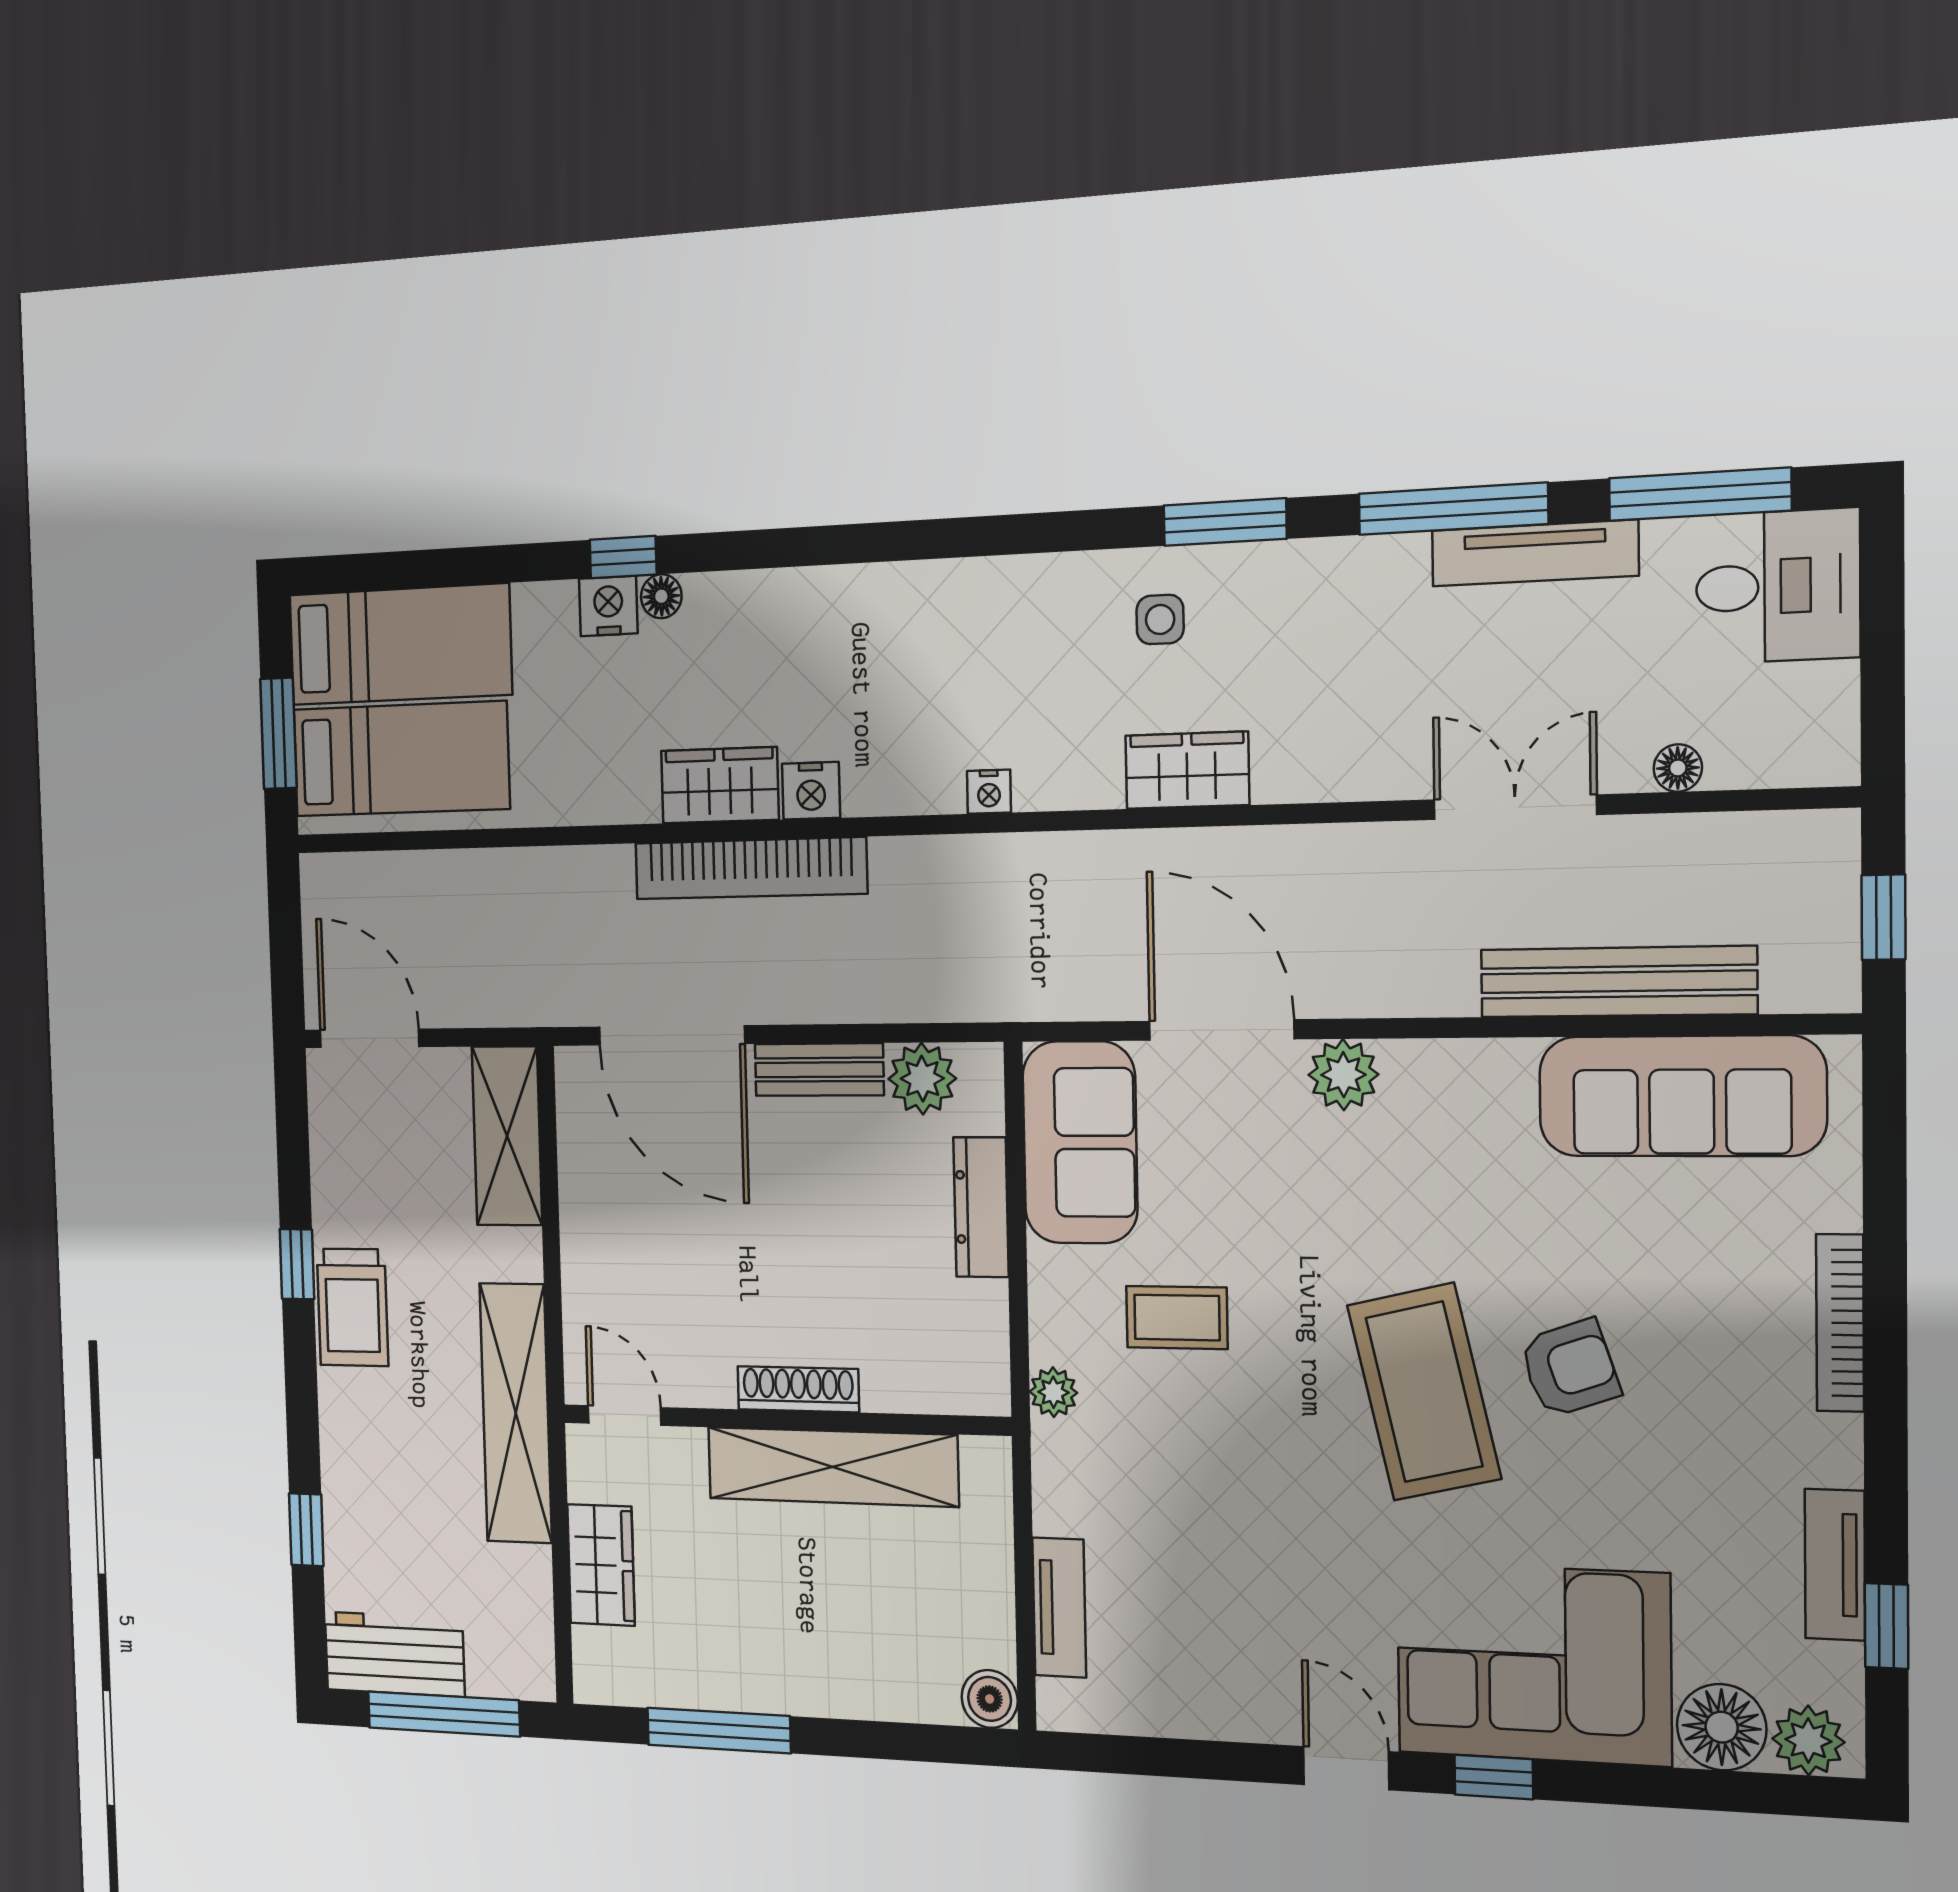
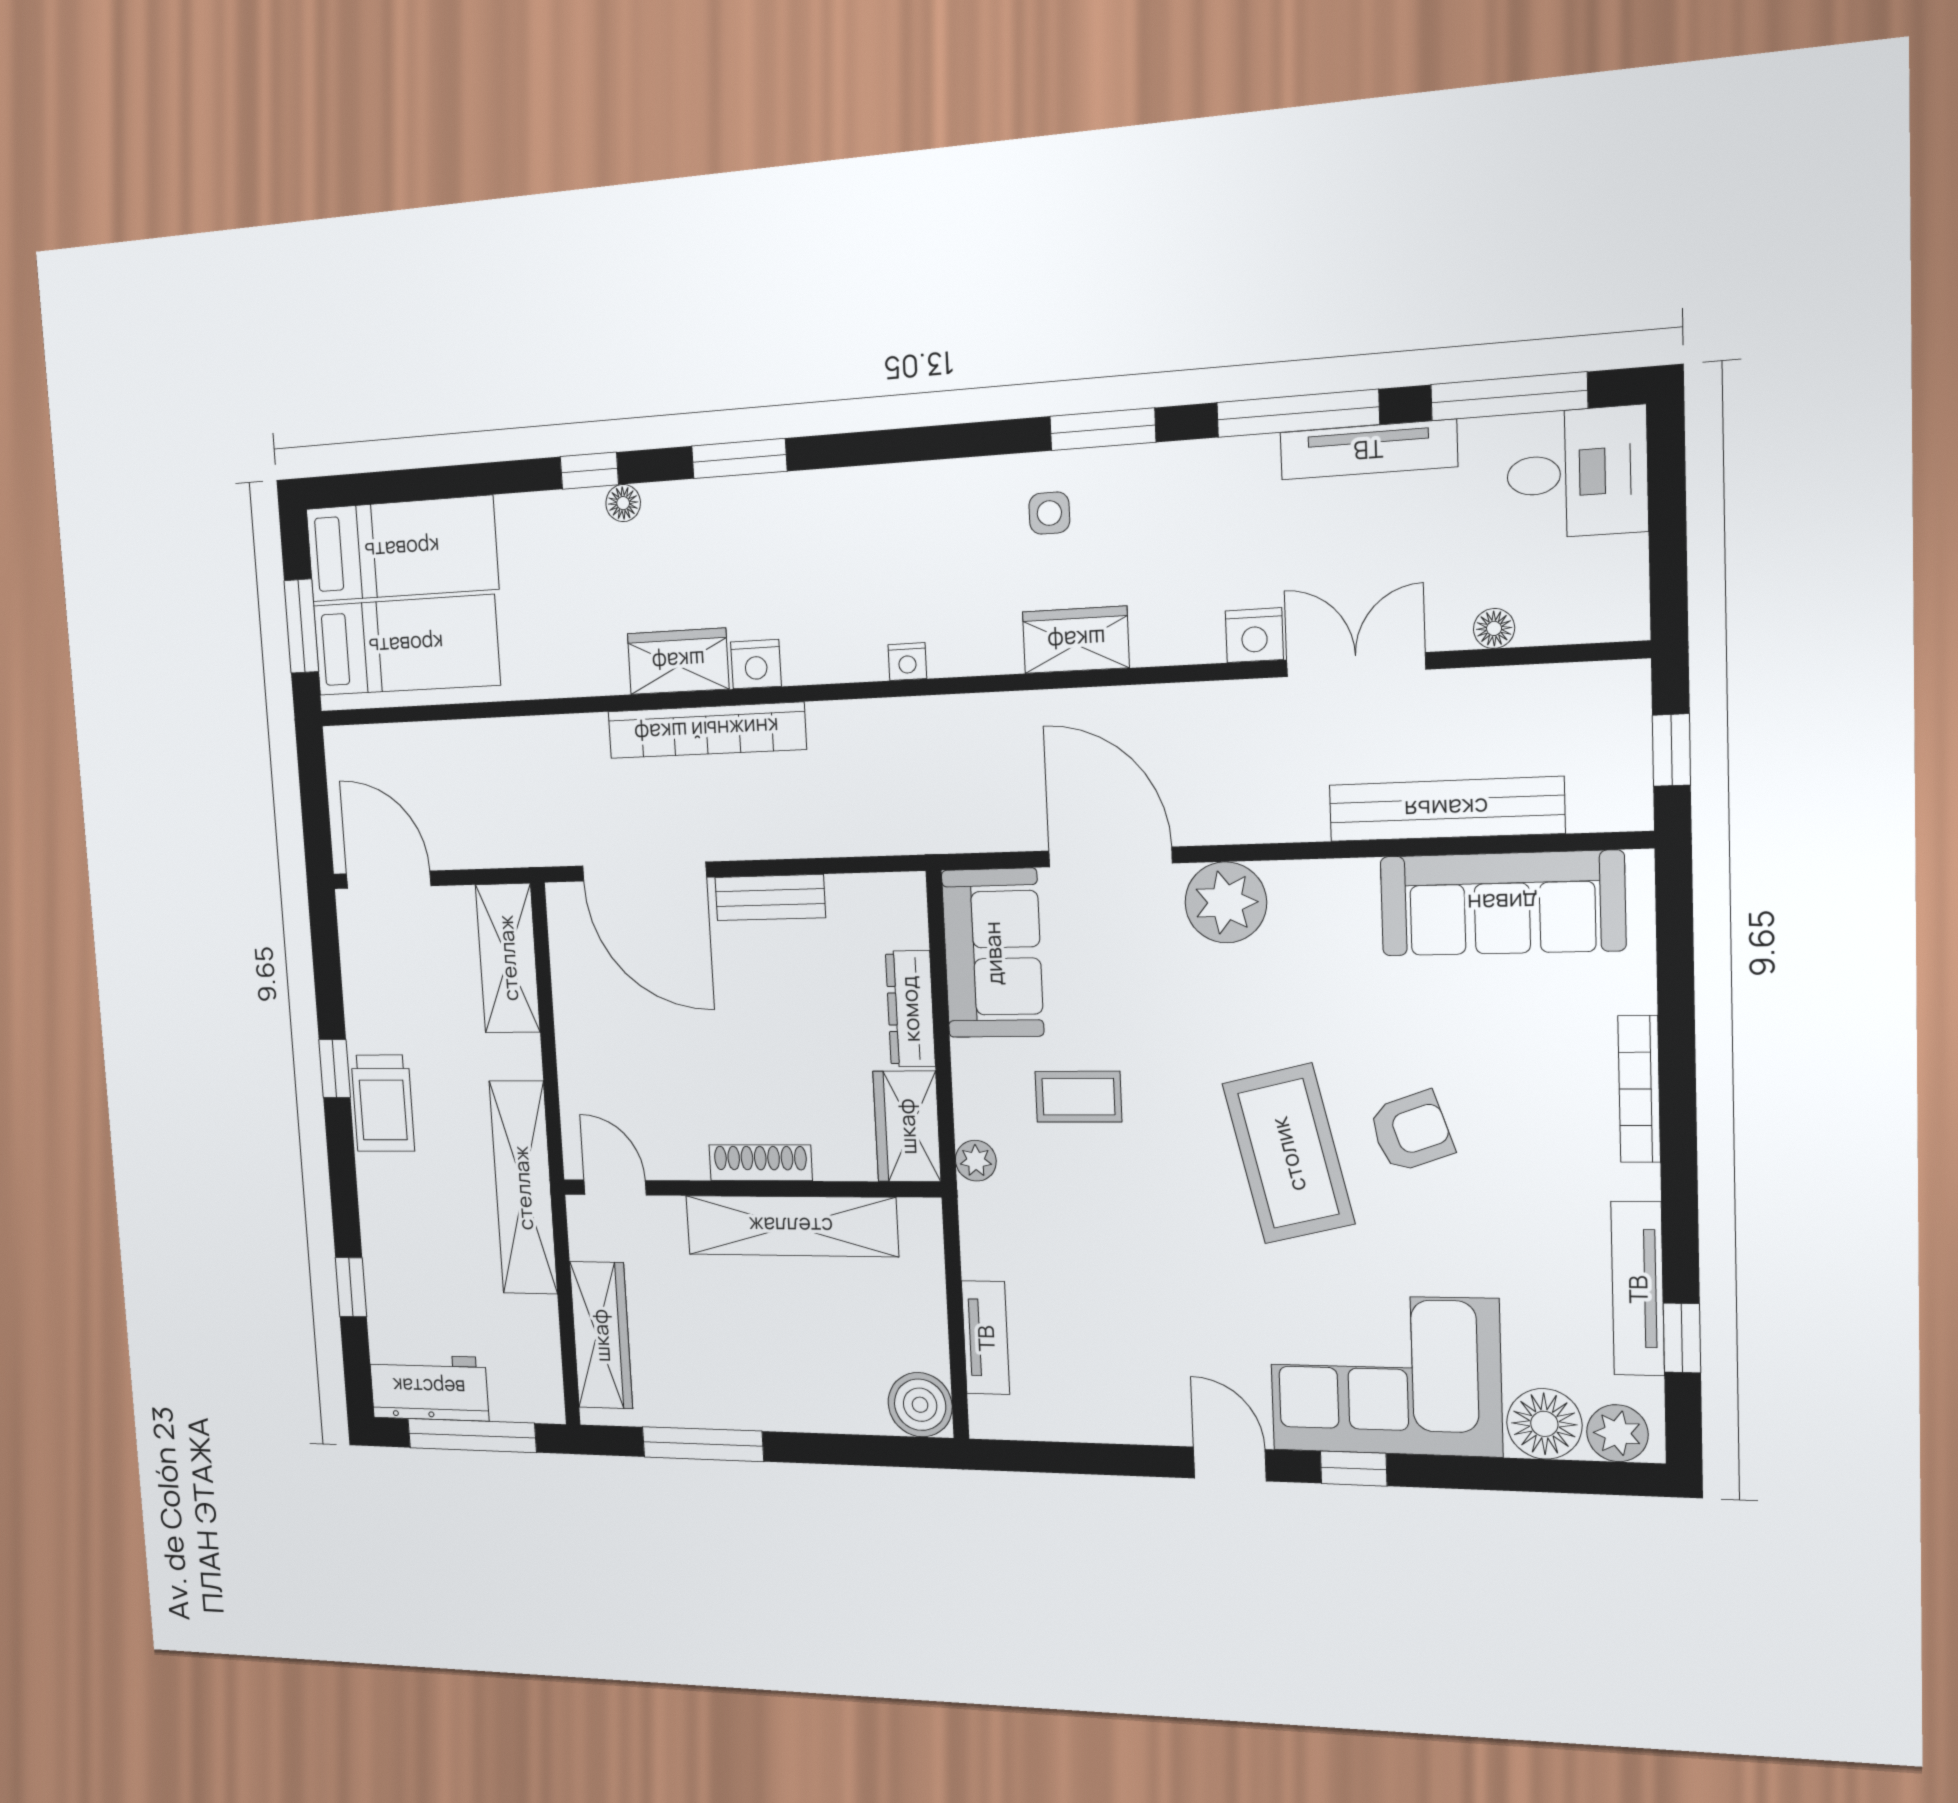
window: (799, 547) -> (739, 459), added
nightstand: (608, 606) -> (1254, 635), moved, turned 180
plant: (1343, 1075) -> (1226, 902), width x1.36, depth x1.36
plant: (922, 1079) -> (858, 903), removed
wardrobe: (973, 1349) -> (907, 1126), added
wardrobe: (601, 1565) -> (601, 1335), width x1.50
tv unit: (1835, 1565) -> (1638, 1289), width x1.41
boiler: (990, 1699) -> (920, 1405), width x1.36, depth x1.36

